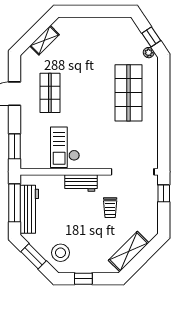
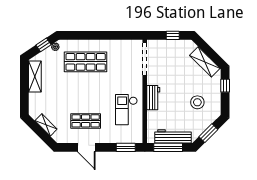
shelving: (109, 25) -> (35, 77), added
checkout: (65, 147) -> (126, 110), turned 90
window: (164, 193) -> (173, 35), moved
trolley: (110, 208) -> (172, 76), removed
stool: (61, 253) -> (197, 102), moved
window: (83, 279) -> (225, 86), moved

